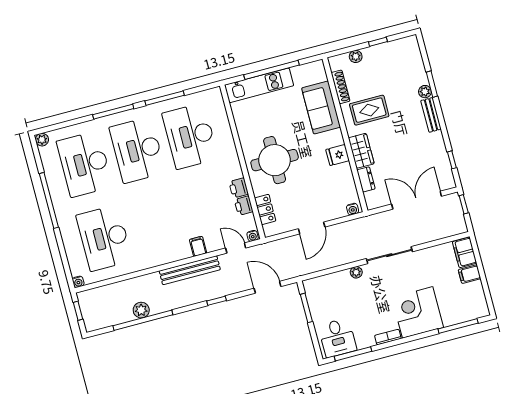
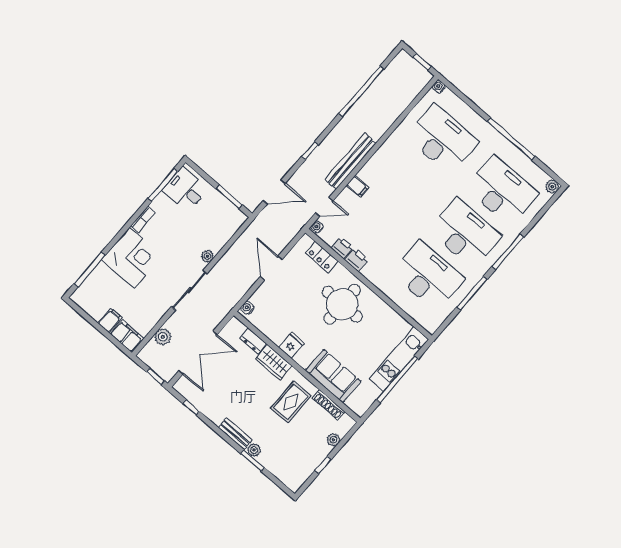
plant: (141, 310) -> (163, 337), moved

